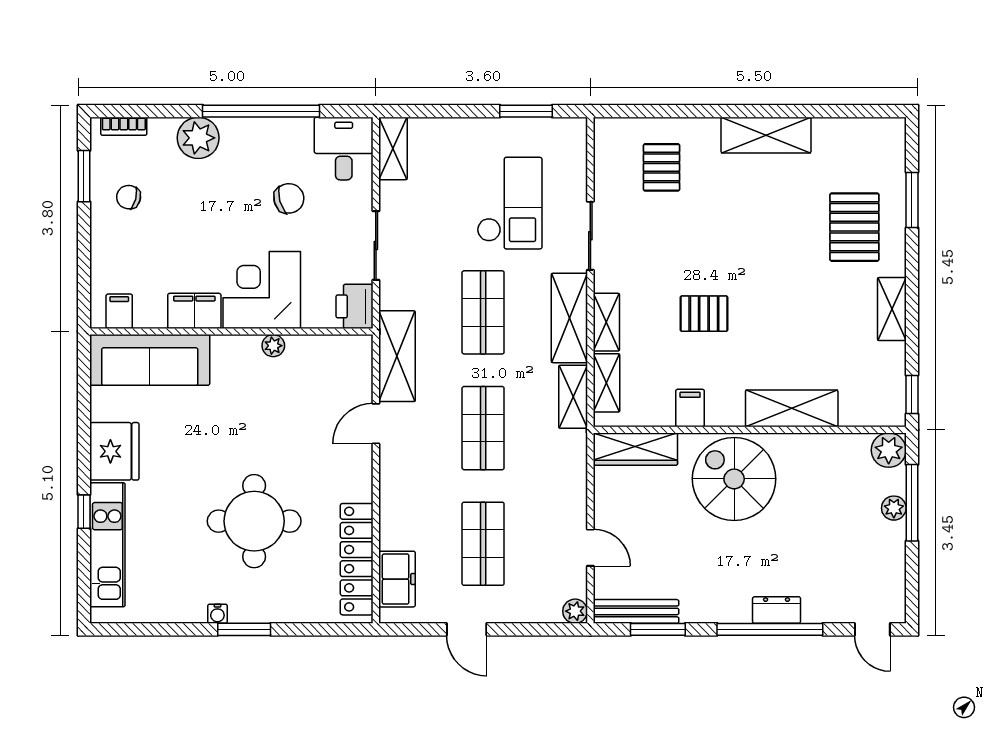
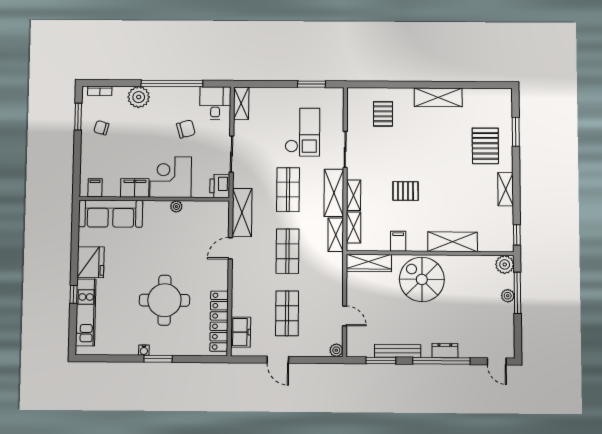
bench: (636, 611) -> (398, 351), moved

